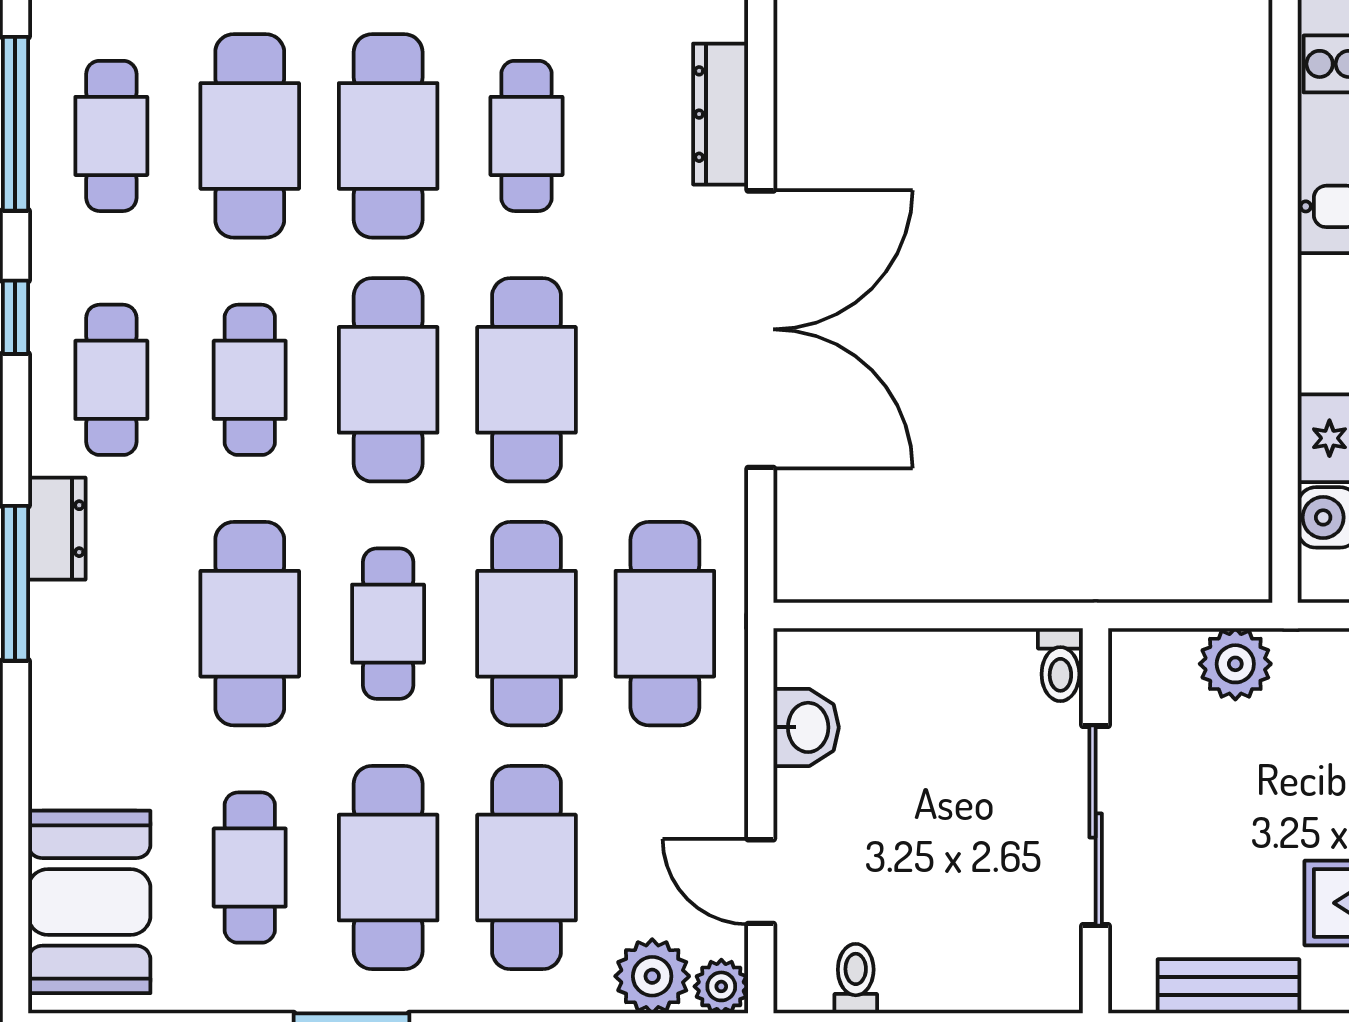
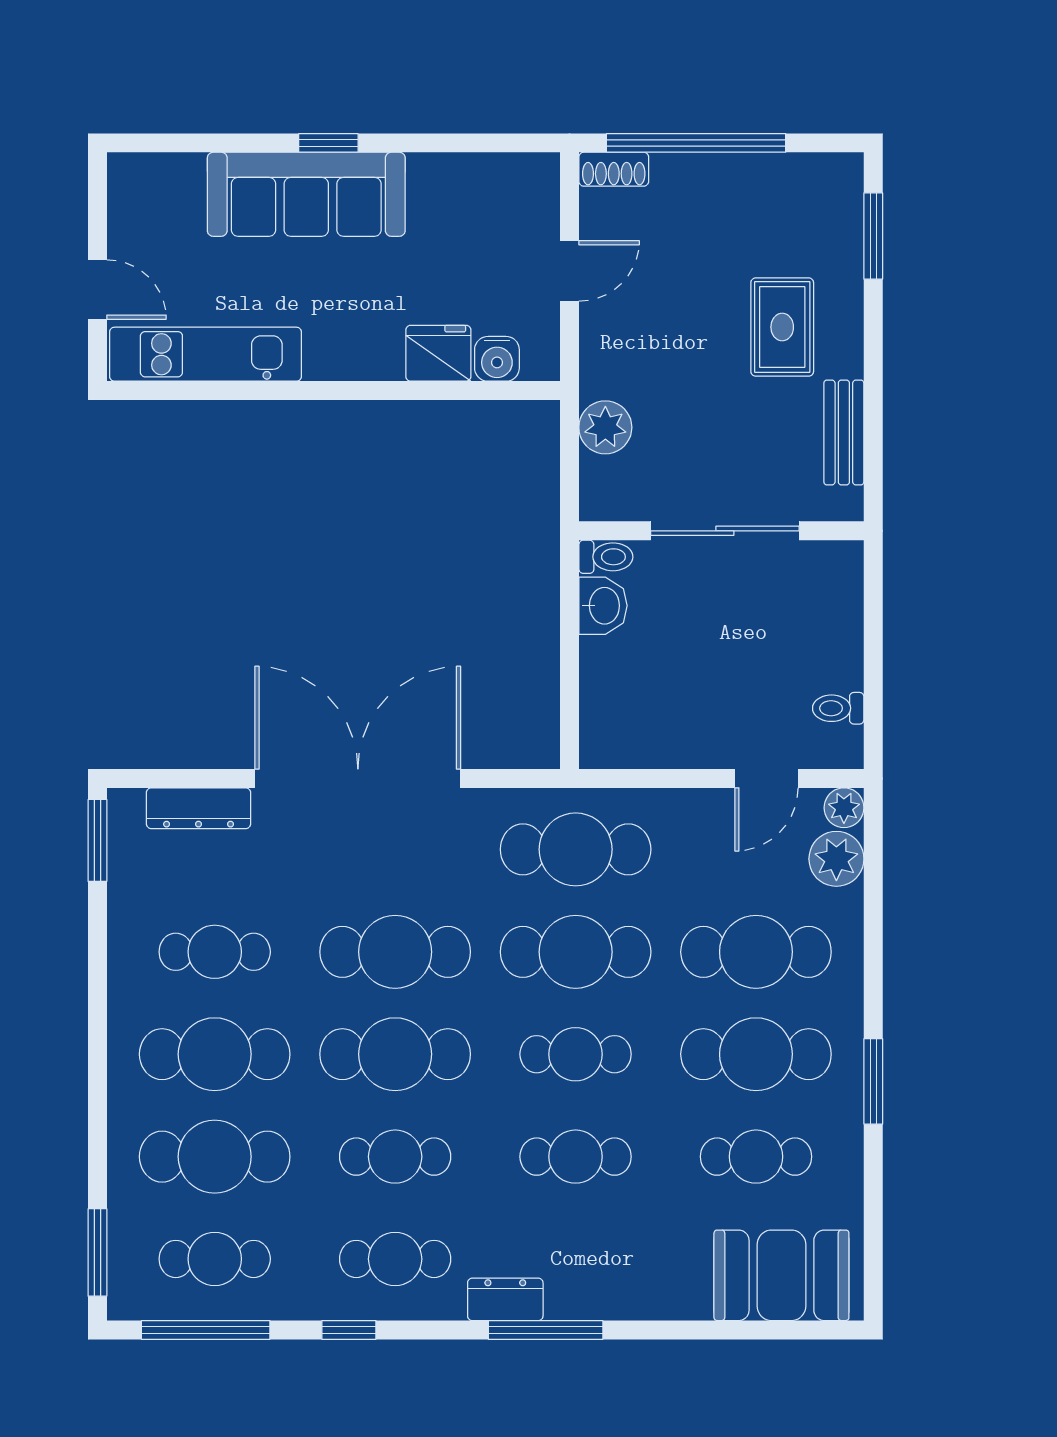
cafe table: (250, 624) -> (576, 1157), width x0.73, depth x0.74
washbasin: (806, 727) -> (603, 606), moved, turned 90

